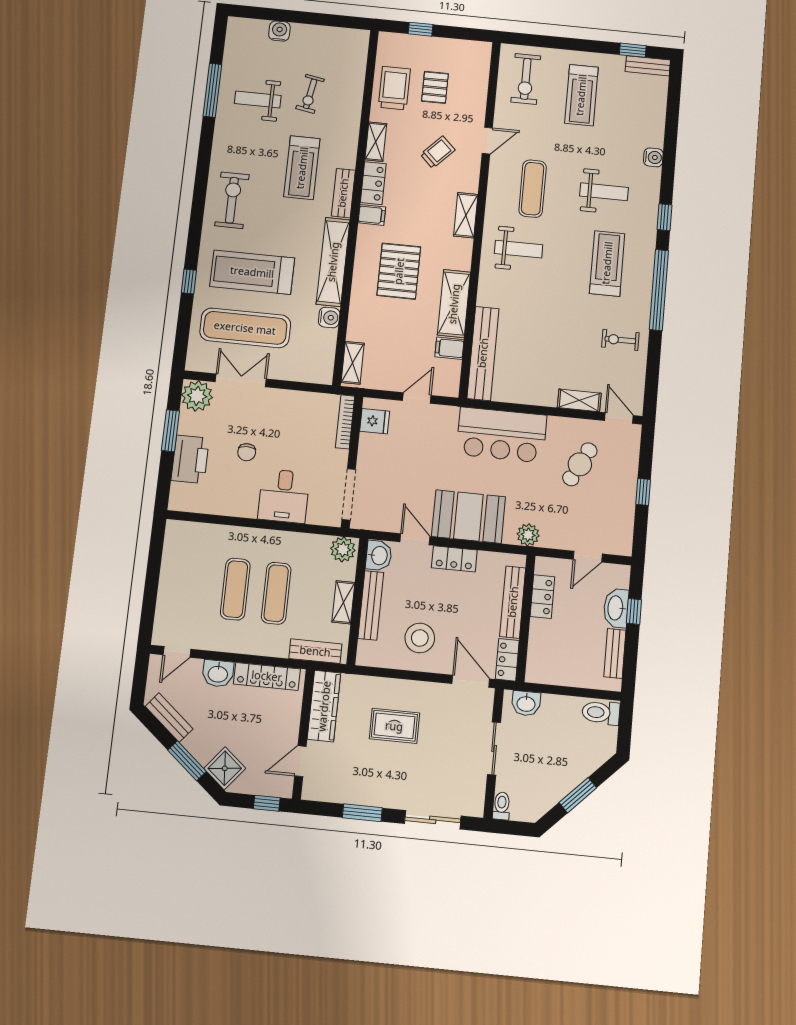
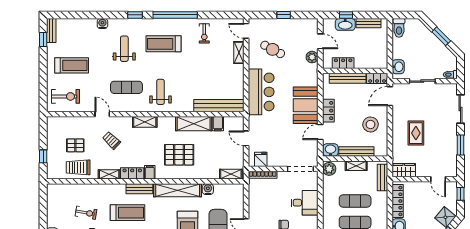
door: (619, 418) -> (246, 31), hinge flipped
plant: (528, 535) -> (312, 57), moved
wardrobe: (324, 706) -> (404, 170), width x0.67

